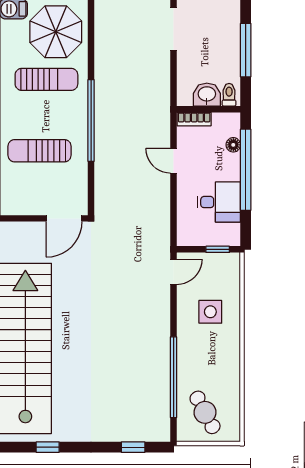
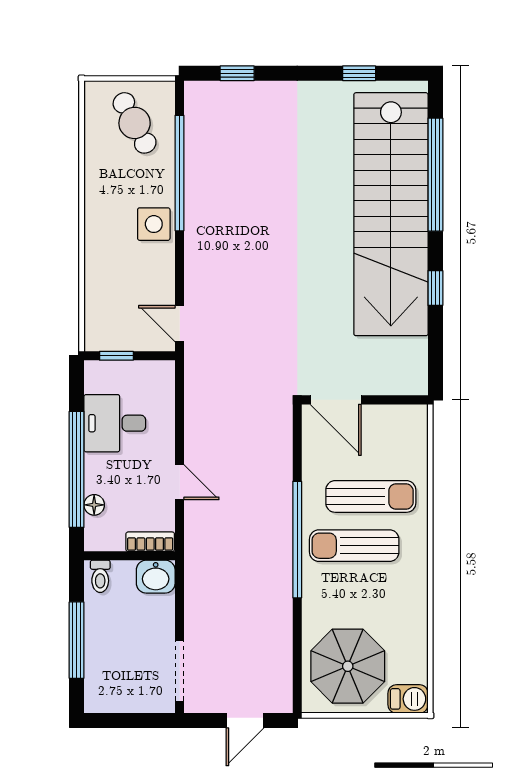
sun lounger: (46, 79) -> (354, 546), moved
washbasin: (207, 95) -> (156, 577), moved
door: (64, 218) -> (336, 400), swing flipped
door: (174, 272) -> (180, 324), hinge flipped
side table: (210, 312) -> (154, 224), moved

